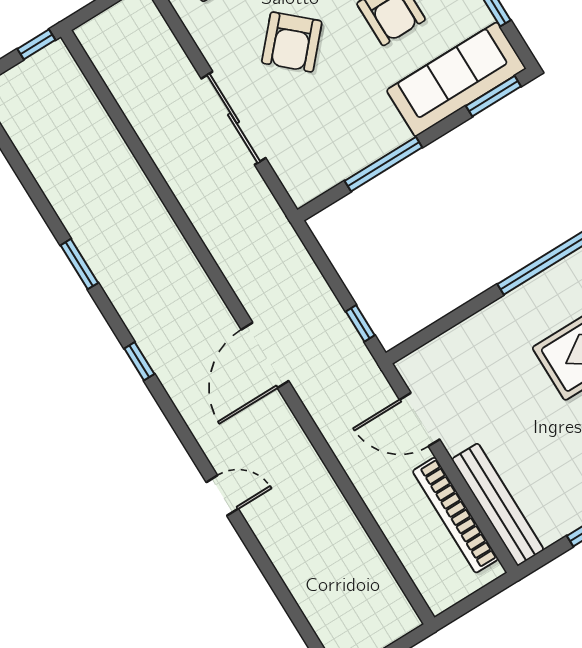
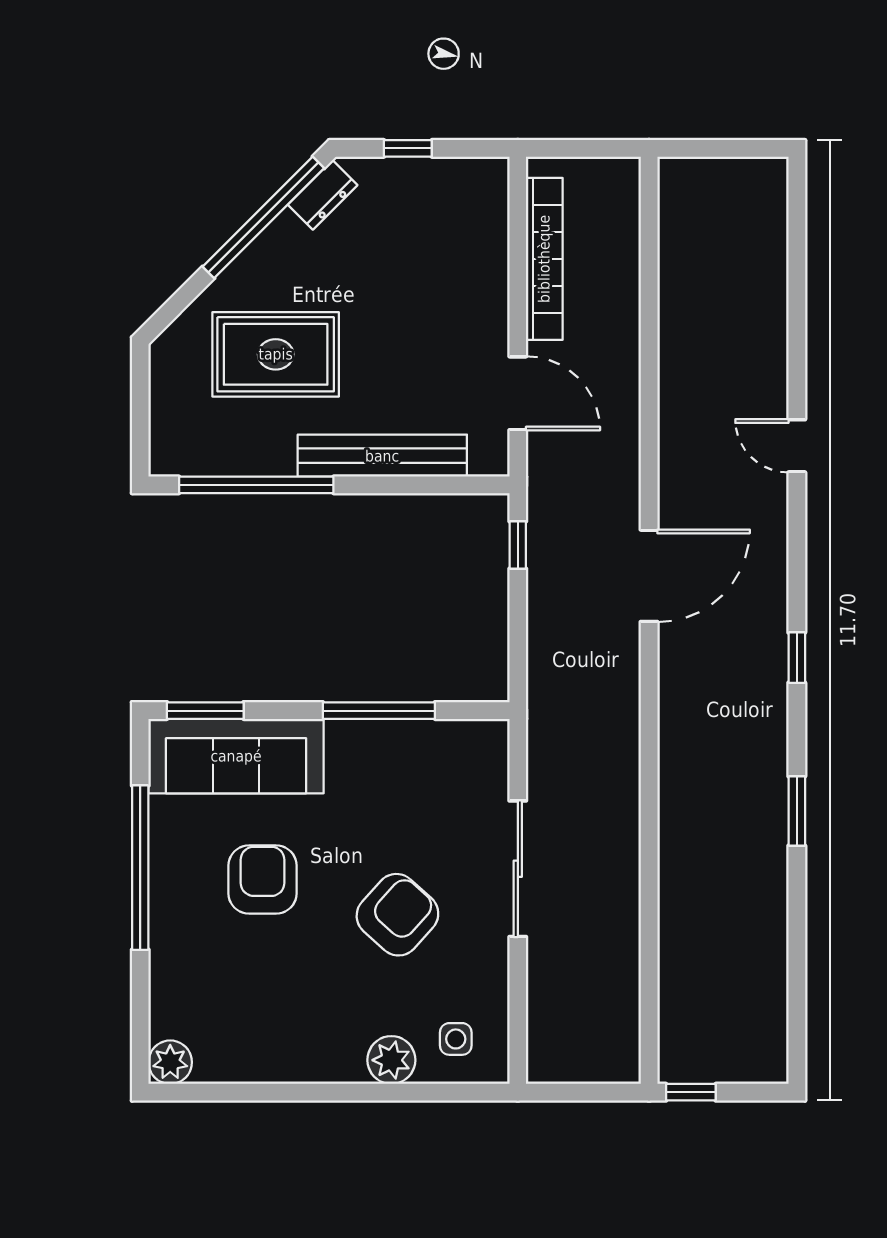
bench: (498, 505) -> (382, 456), moved, turned 90

